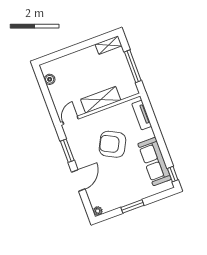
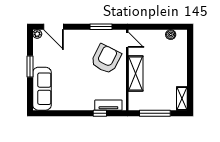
armchair: (112, 144) -> (106, 59), moved
sofa: (155, 161) -> (42, 89), moved, turned 90
window: (173, 174) -> (100, 113), moved
door: (78, 181) -> (54, 27), moved

